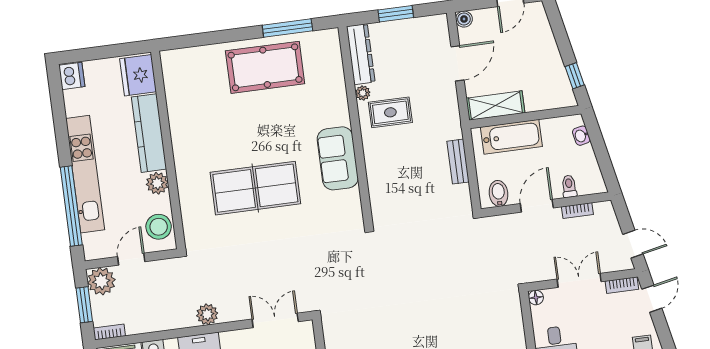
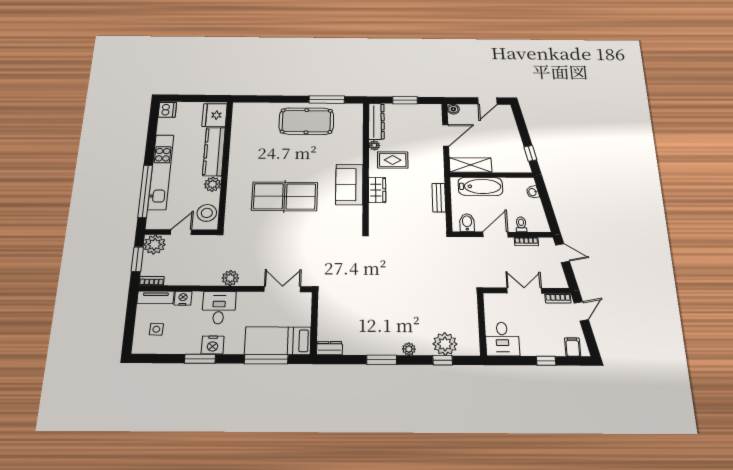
wardrobe: (375, 161) -> (377, 190), added
door: (633, 244) -> (562, 253), moved
floor lamp: (536, 298) -> (489, 299), removed

